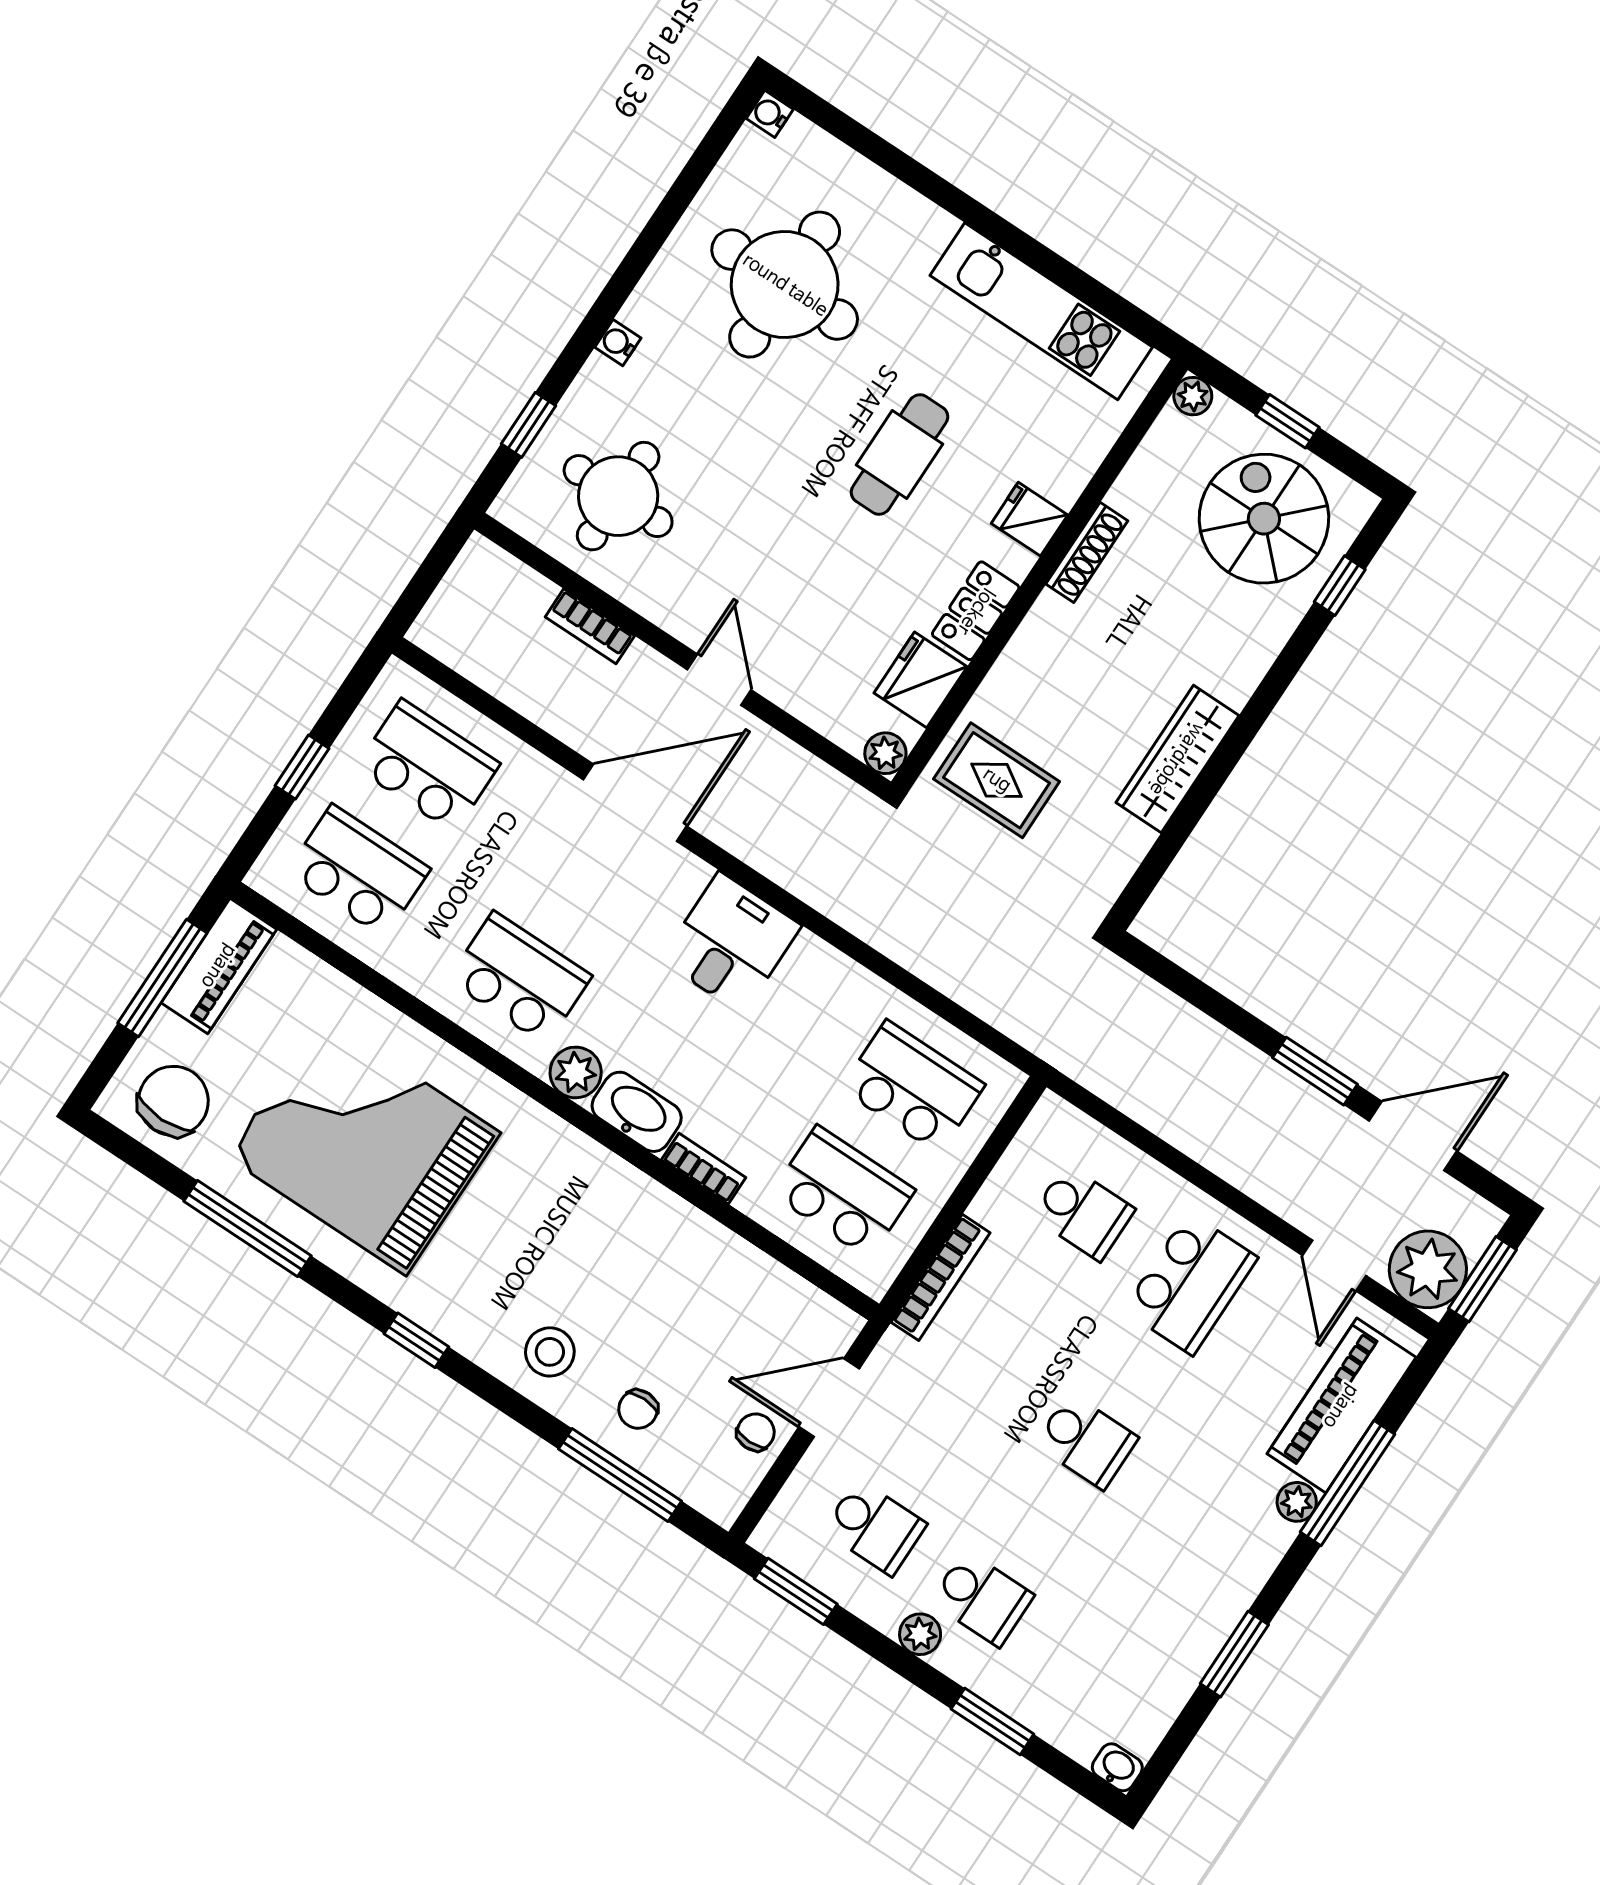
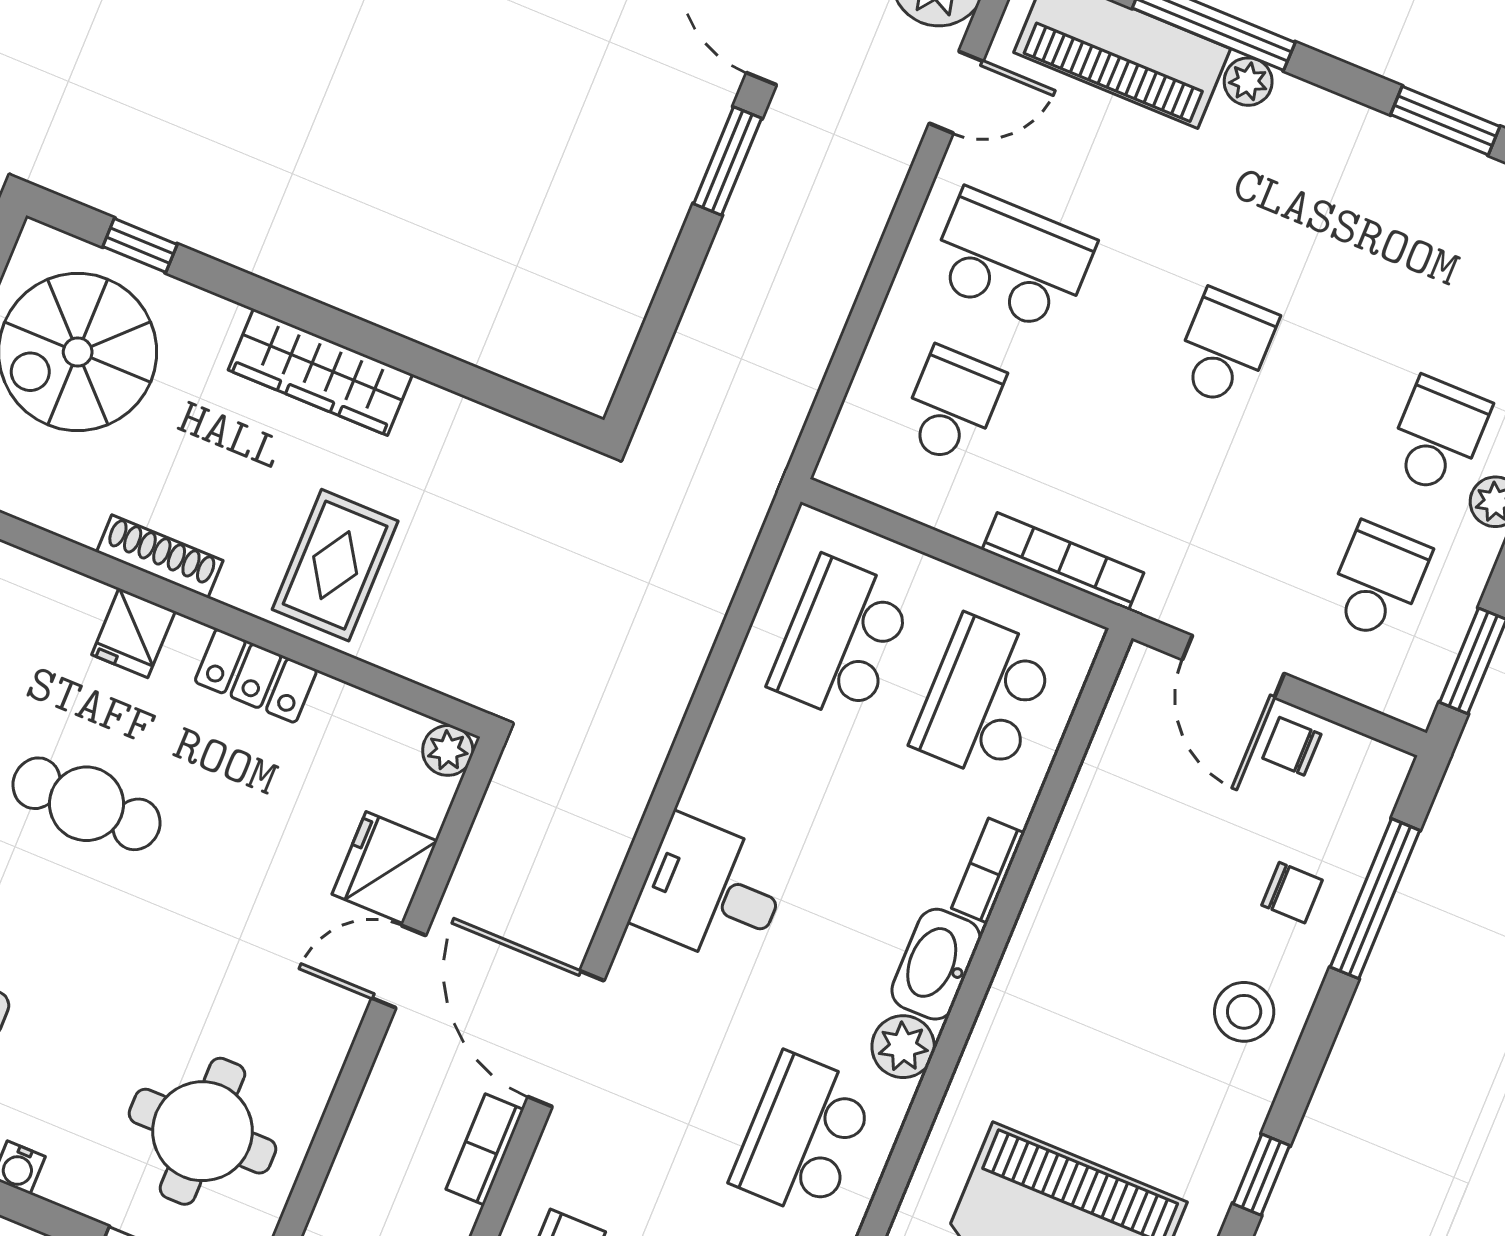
bookcase: (590, 626) -> (485, 1149), moved, turned 180
fridge: (921, 680) -> (385, 868), moved, turned 90
wardrobe: (1177, 759) -> (320, 372), moved
rug: (997, 780) -> (335, 565), moved

